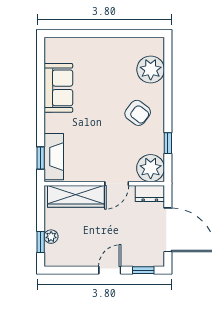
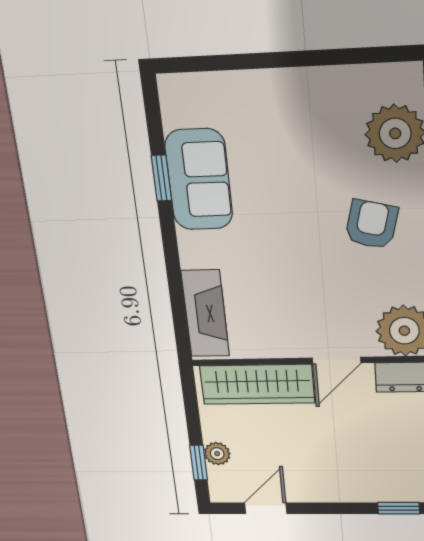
armchair: (138, 113) -> (371, 224), turned -114
window: (41, 158) -> (161, 178), moved
door: (110, 270) -> (266, 508), moved

